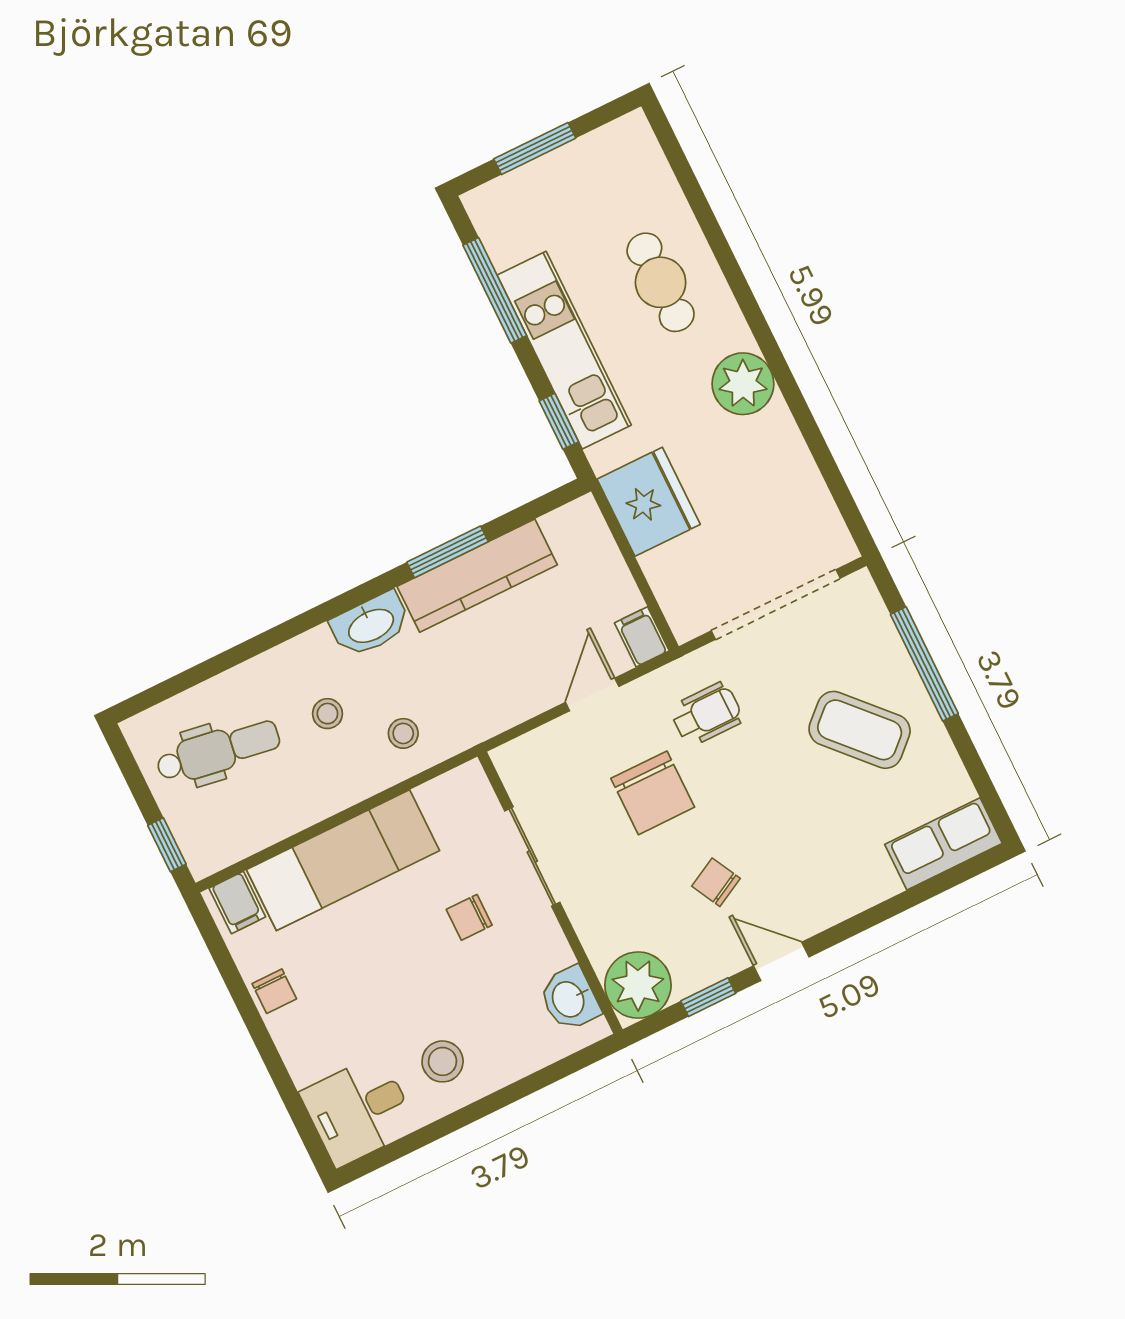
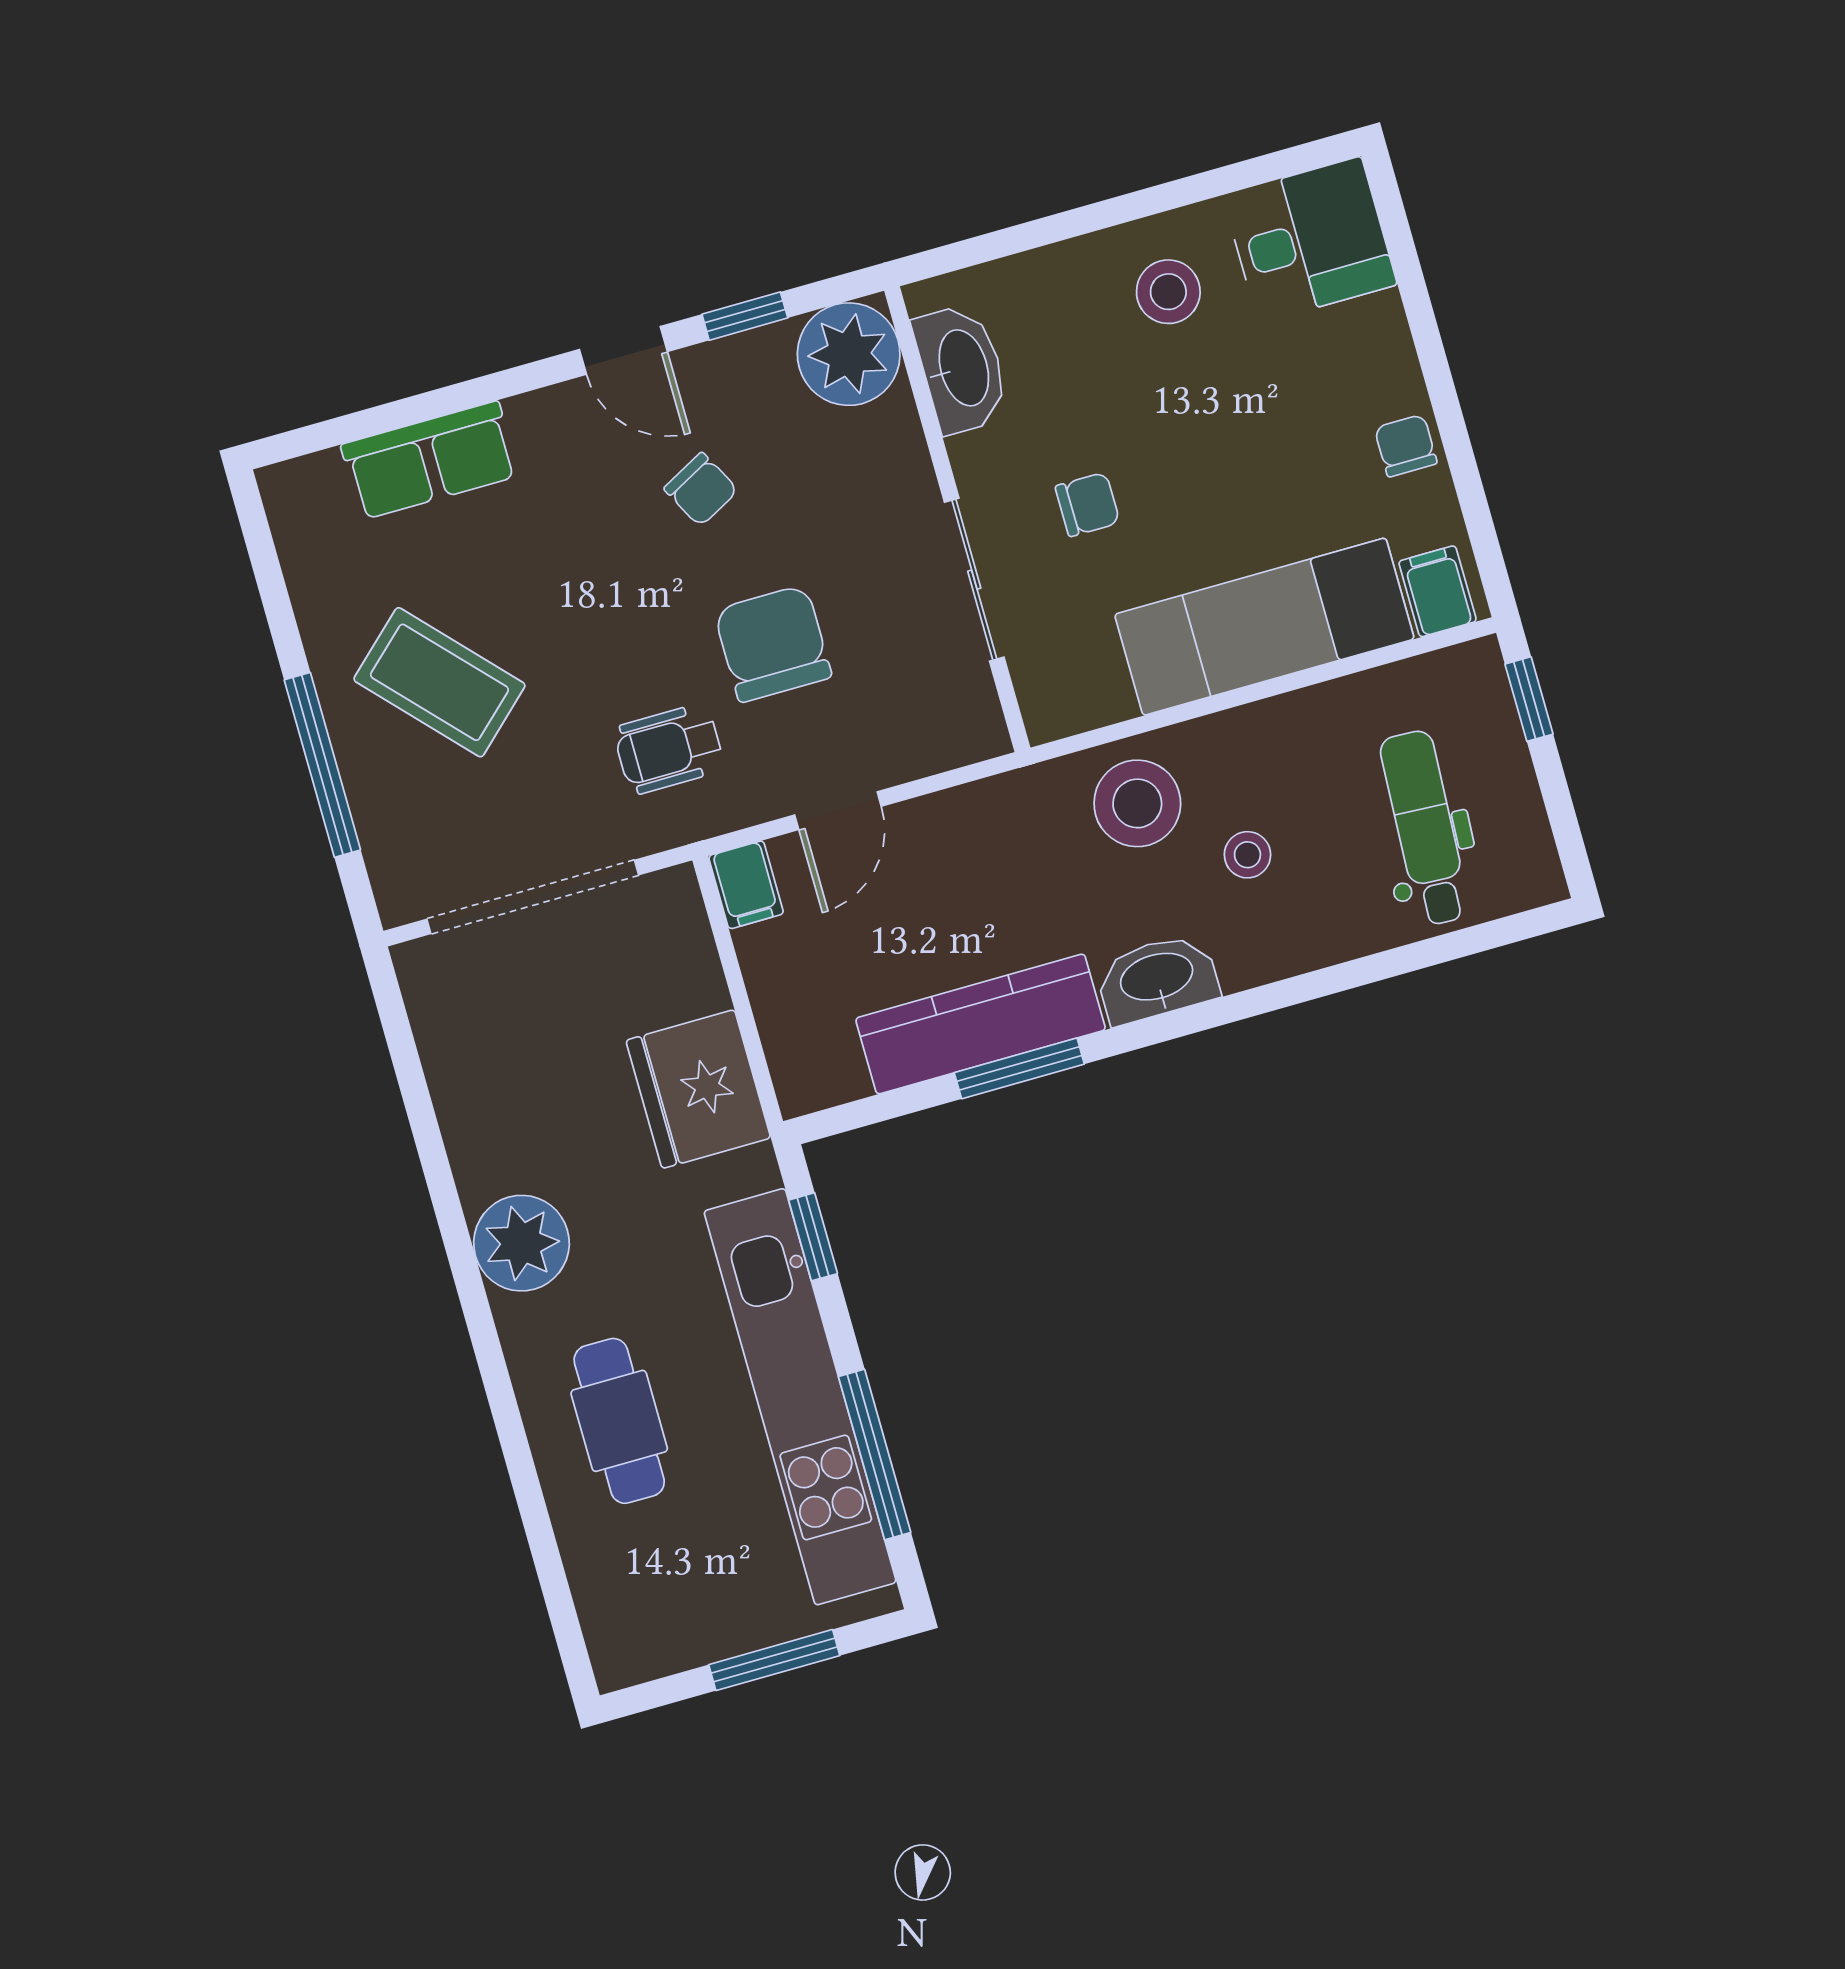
kitchen unit: (564, 350) -> (800, 1397), width x1.36
stool: (403, 733) -> (1137, 803), width x1.89, depth x1.89
dental chair: (218, 751) -> (1425, 828), turned 84
row of seats: (943, 844) -> (430, 460), moved
washbasin: (569, 999) -> (962, 368), width x1.38

